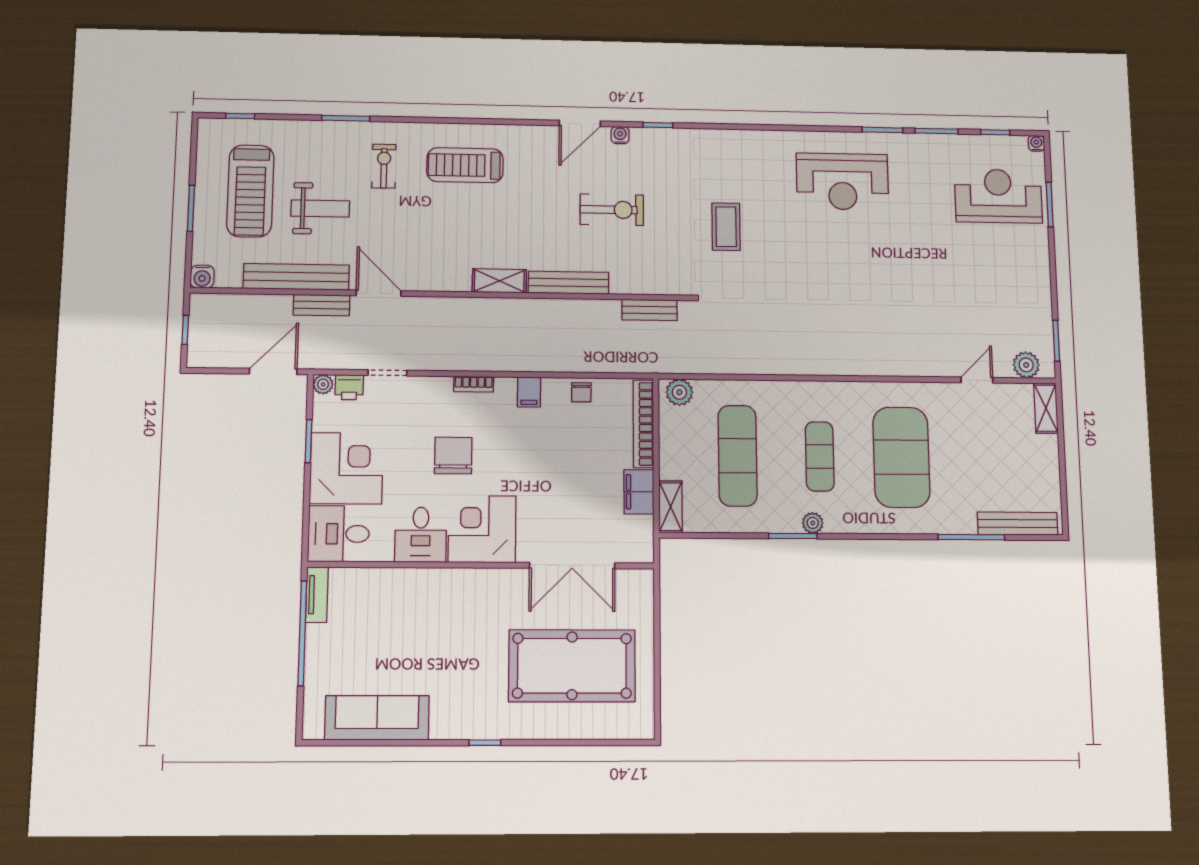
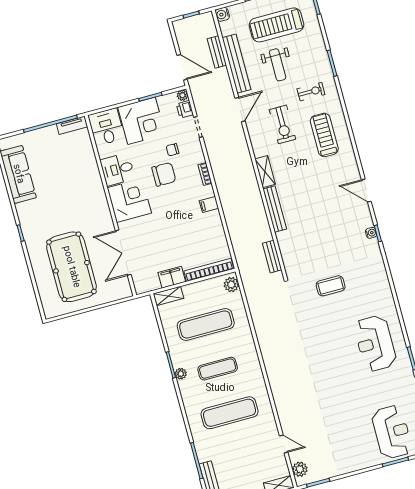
water cooler: (620, 135) -> (371, 233), moved
exercise bike: (612, 210) -> (282, 124), moved
bench: (322, 305) -> (217, 52), moved
chair: (581, 392) -> (173, 150), moved
exercise mat: (901, 457) -> (230, 413), width x0.68

